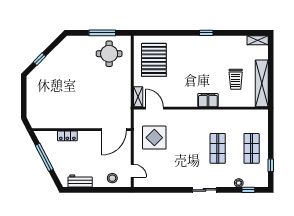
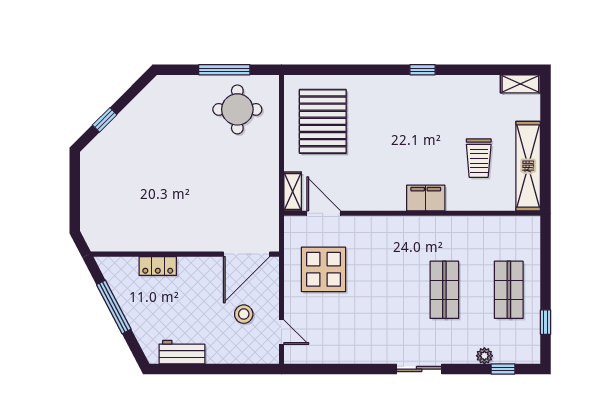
stool: (112, 178) -> (244, 314), moved

